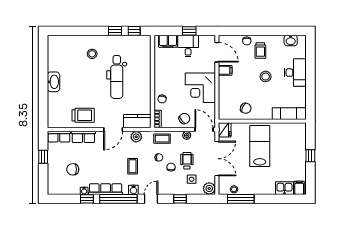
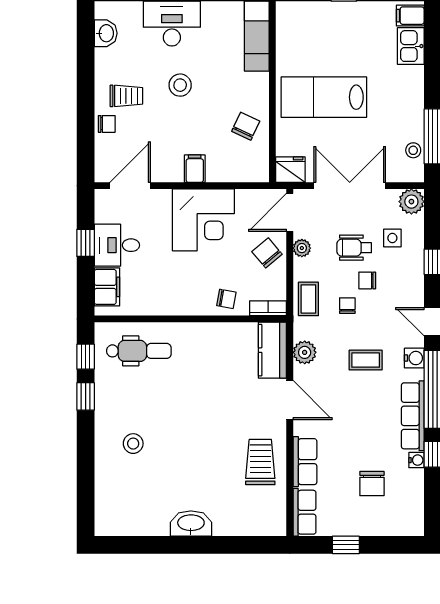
filing cabinet: (225, 70) -> (195, 169), moved
dental chair: (117, 77) -> (139, 351), moved, width x0.73, depth x0.72

